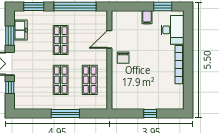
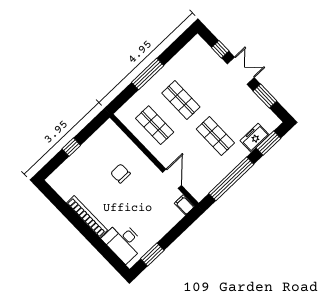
filing cabinet: (147, 17) -> (184, 205), moved
freezer: (20, 30) -> (255, 138), moved, turned 90
chair: (123, 58) -> (120, 173), moved

